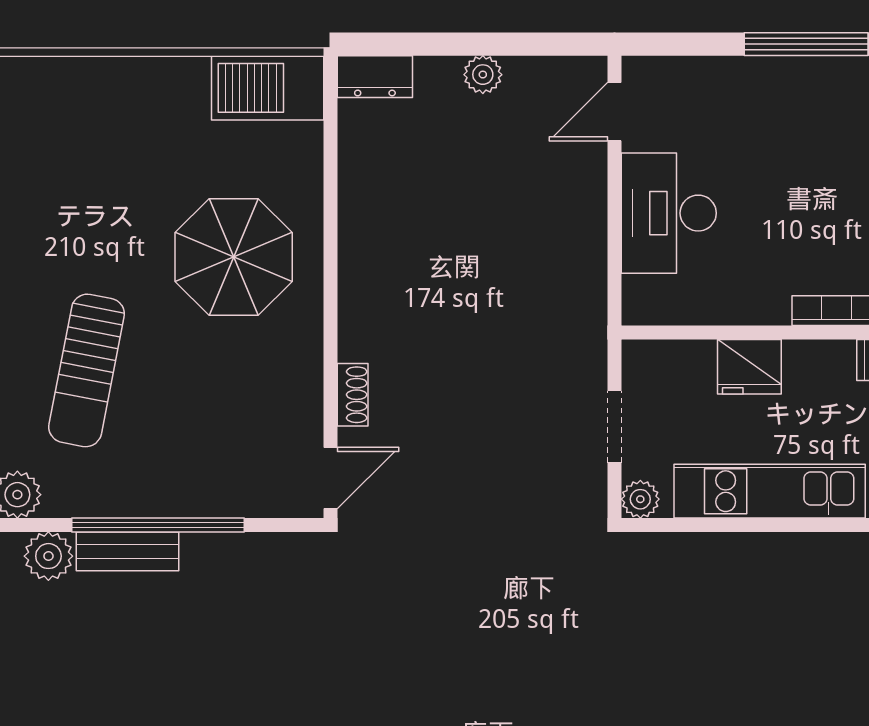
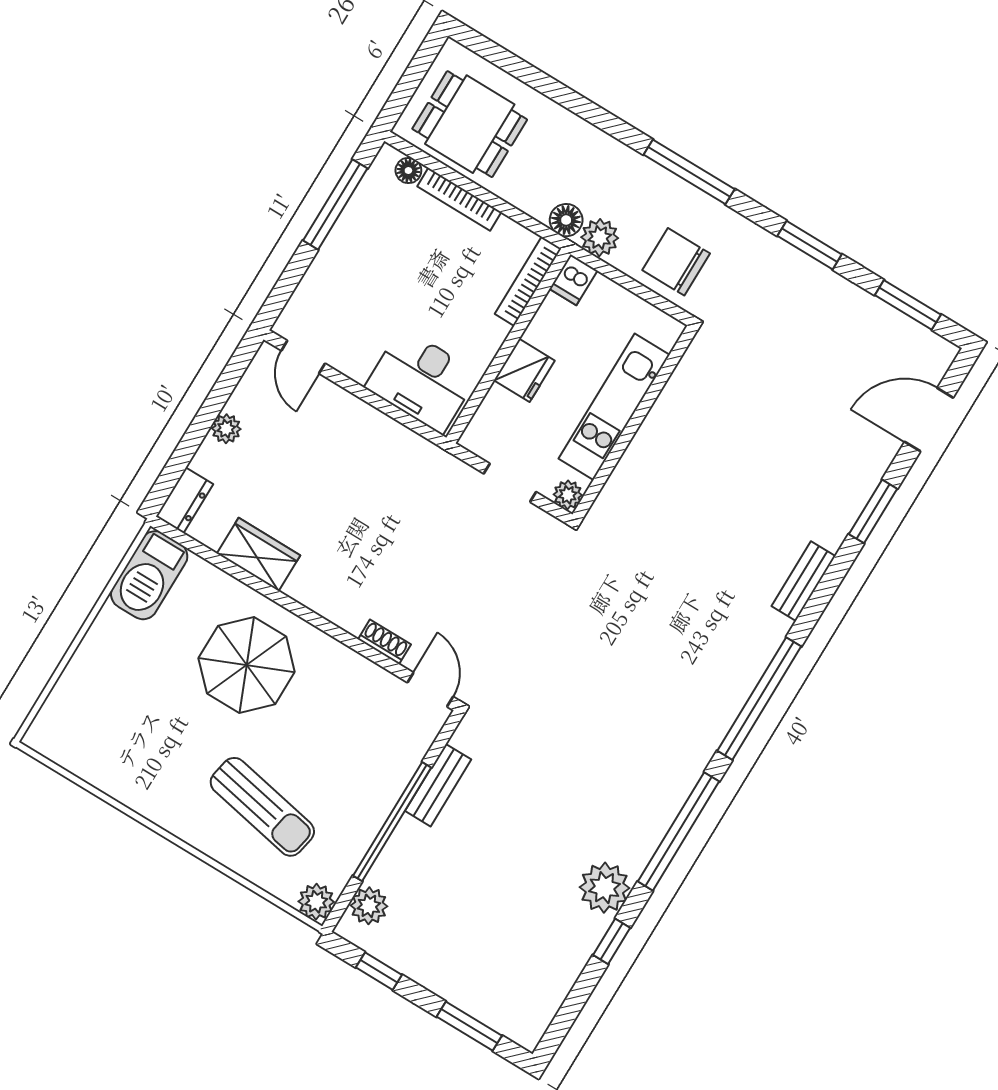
wardrobe: (365, 196) -> (259, 554), added
desk: (669, 213) -> (422, 380), moved
bench: (128, 551) -> (438, 785), moved

